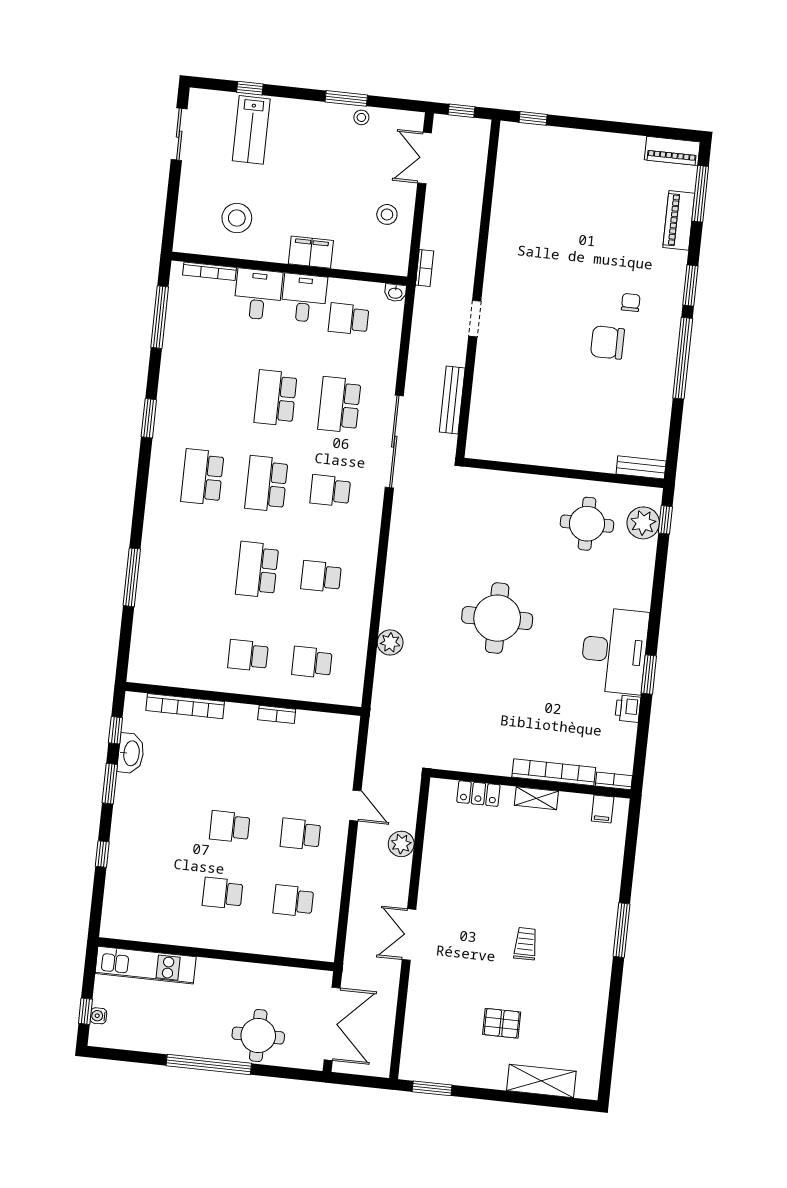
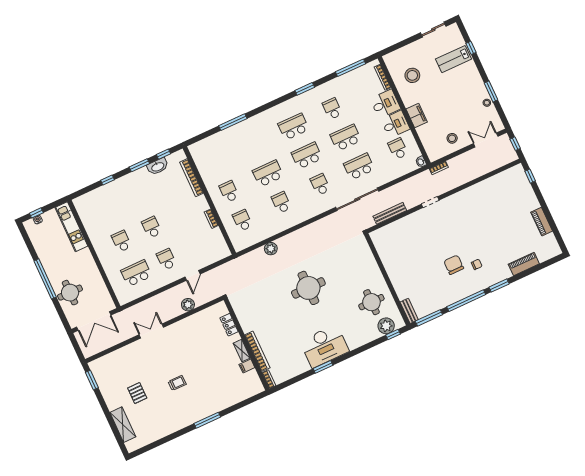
piano: (672, 151) -> (542, 222), moved
window: (700, 194) -> (429, 318), moved
school desk: (212, 391) -> (332, 109), added
printer: (628, 709) -> (303, 367), removed
filing cabinet: (603, 809) -> (247, 366), moved
school desk: (293, 901) -> (136, 273), width x1.85

